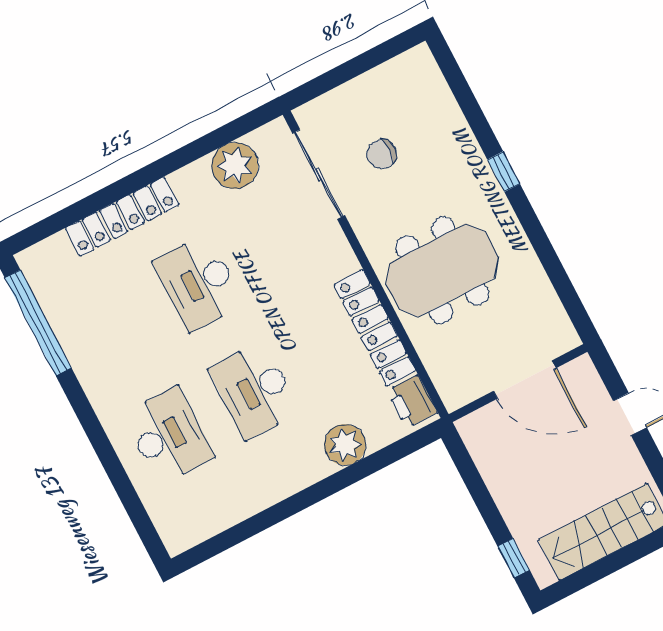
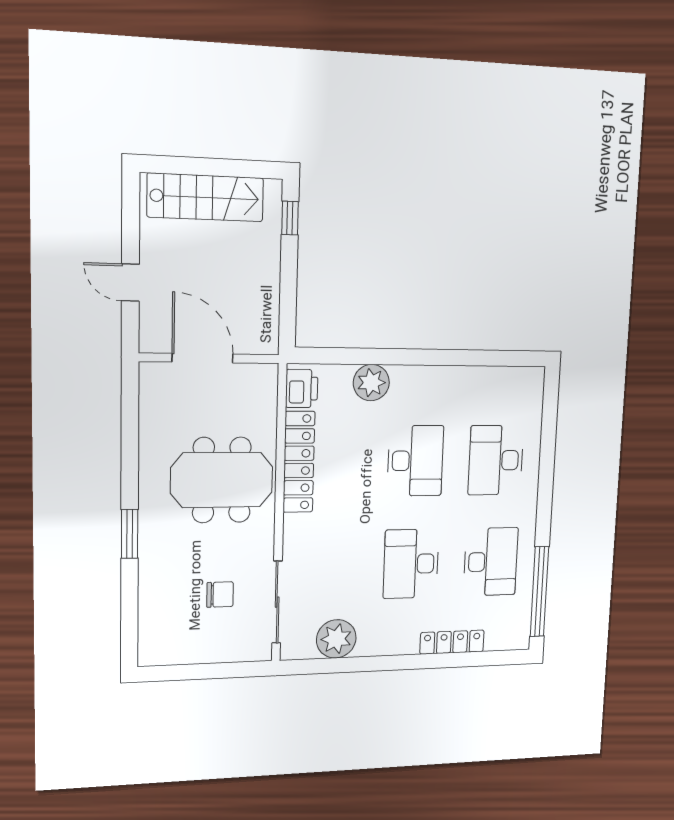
window: (504, 172) -> (130, 534), width x1.50
locker: (122, 217) -> (452, 642), width x0.71, depth x0.83
desk: (199, 283) -> (411, 564), turned 180
desk: (112, 328) -> (491, 562), added

